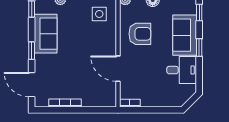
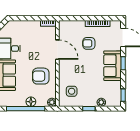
sofa: (46, 34) -> (112, 66), moved
armchair: (77, 77) -> (89, 43), added

